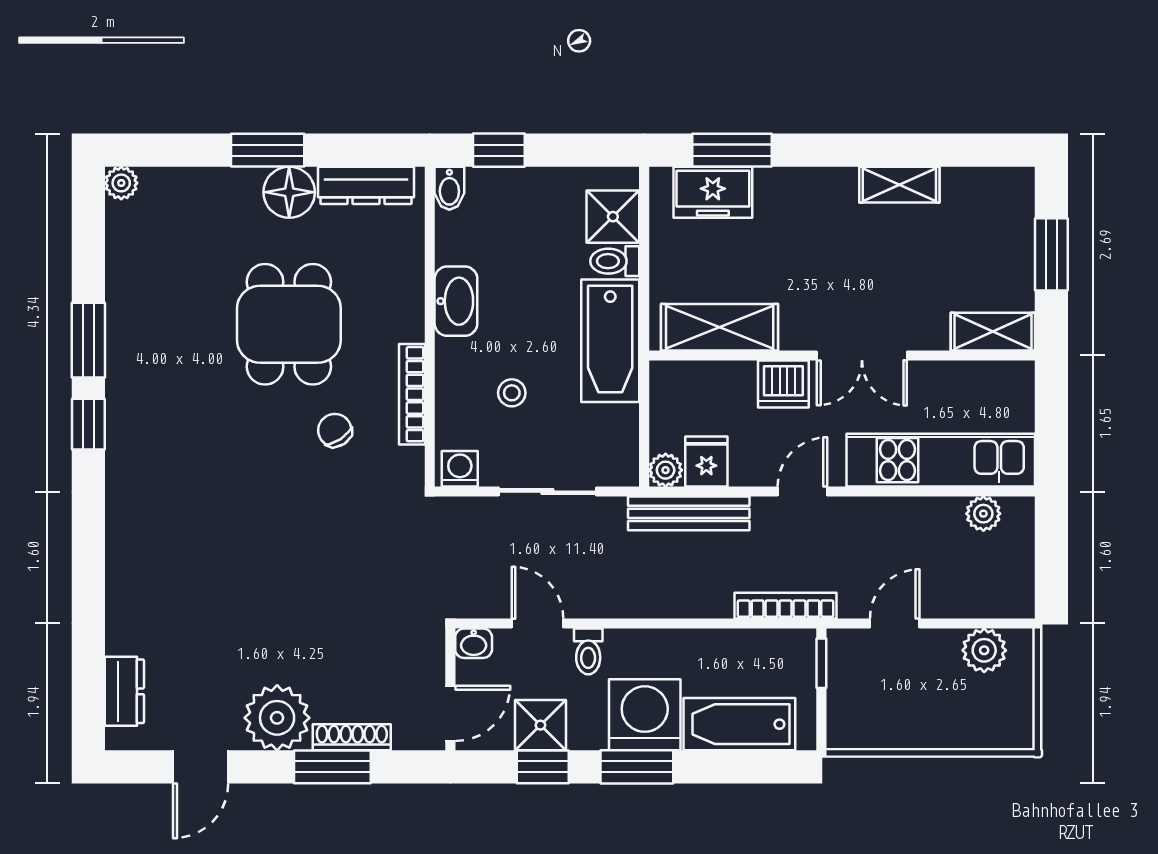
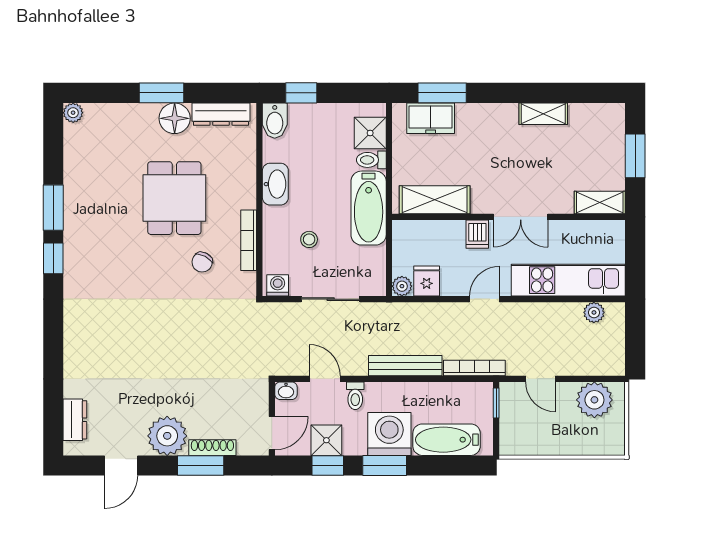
bidet: (449, 188) -> (275, 121), width x1.38, depth x1.36
dishwasher: (783, 384) -> (477, 234), width x0.73
chair: (335, 430) -> (202, 262), turned -119
bench: (689, 513) -> (405, 366), moved
door: (895, 623) -> (540, 379), swing flipped
plant: (984, 650) -> (594, 400), width x1.36, depth x1.36

